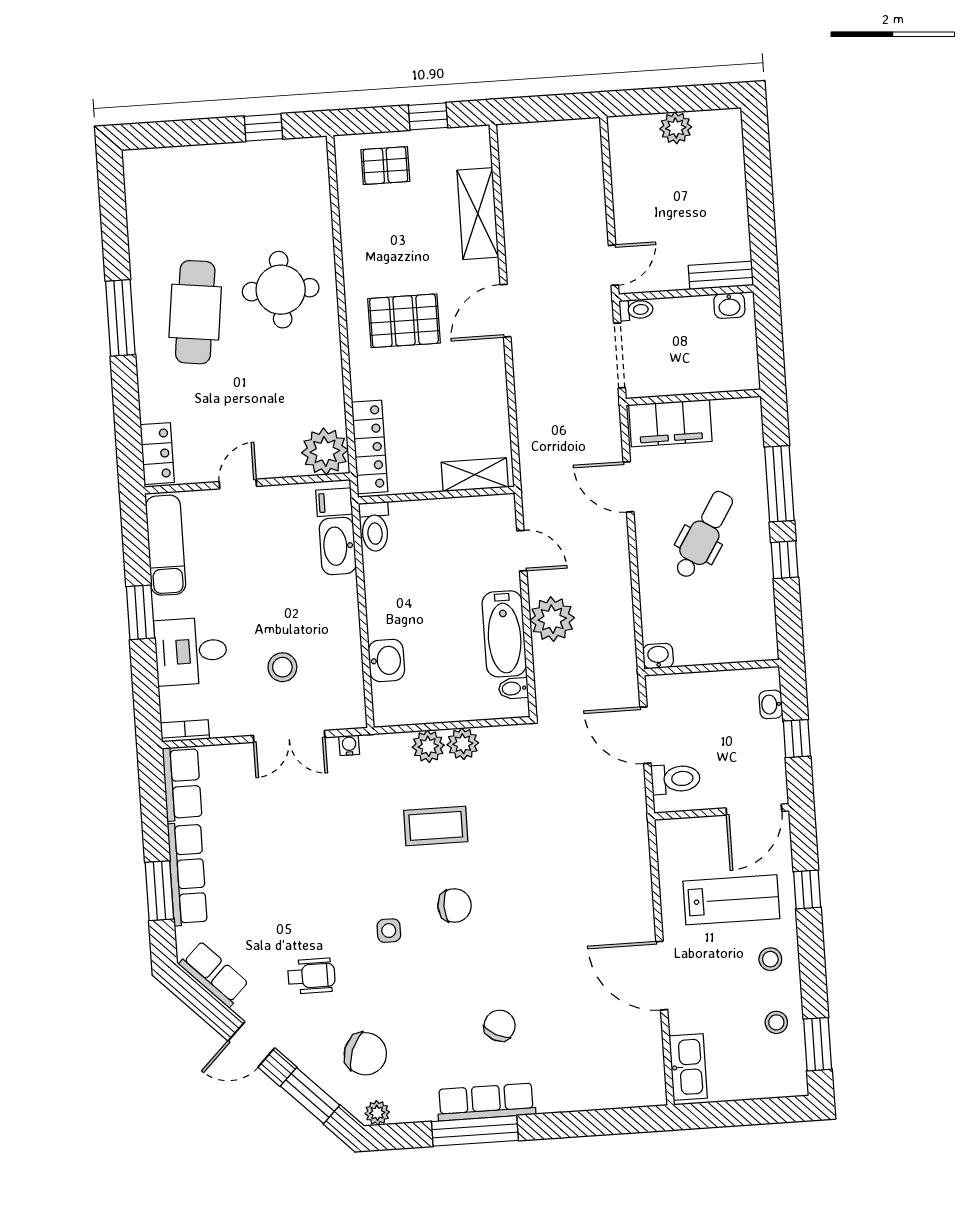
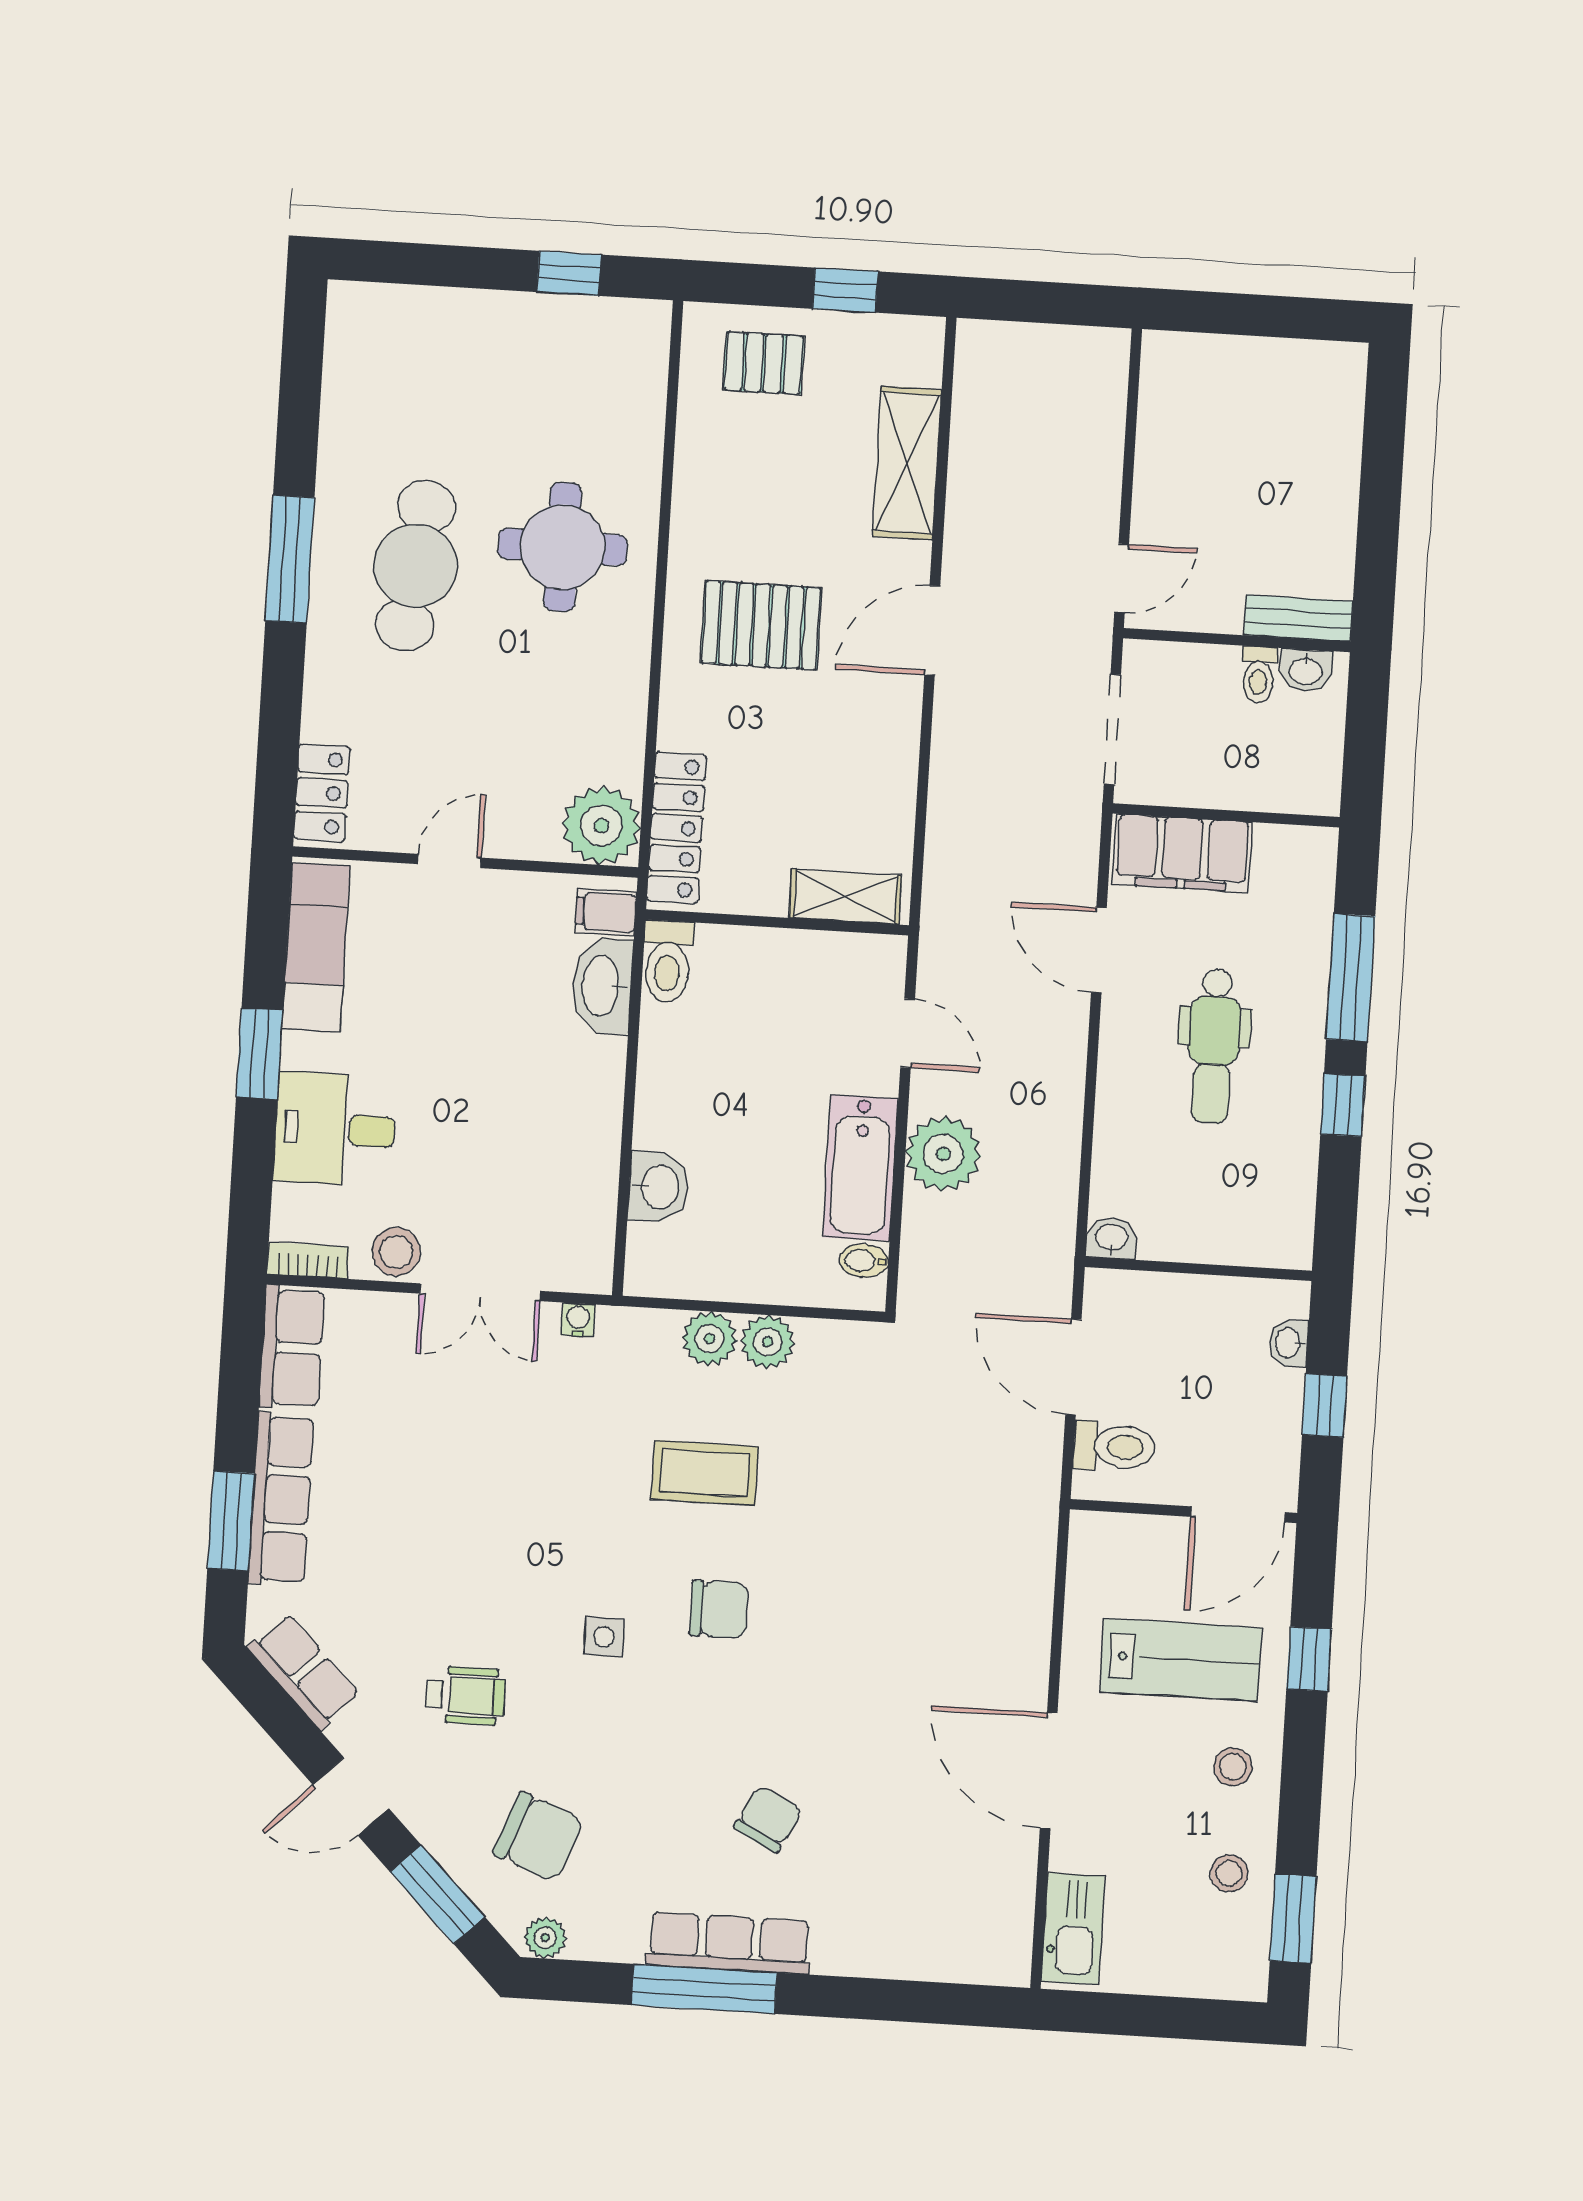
plant: (676, 128) -> (1255, 363), removed
toilet: (636, 310) -> (1259, 675), moved, turned 90
dental chair: (704, 535) -> (1214, 1046), turned 148
stool: (282, 667) -> (396, 1252), moved

